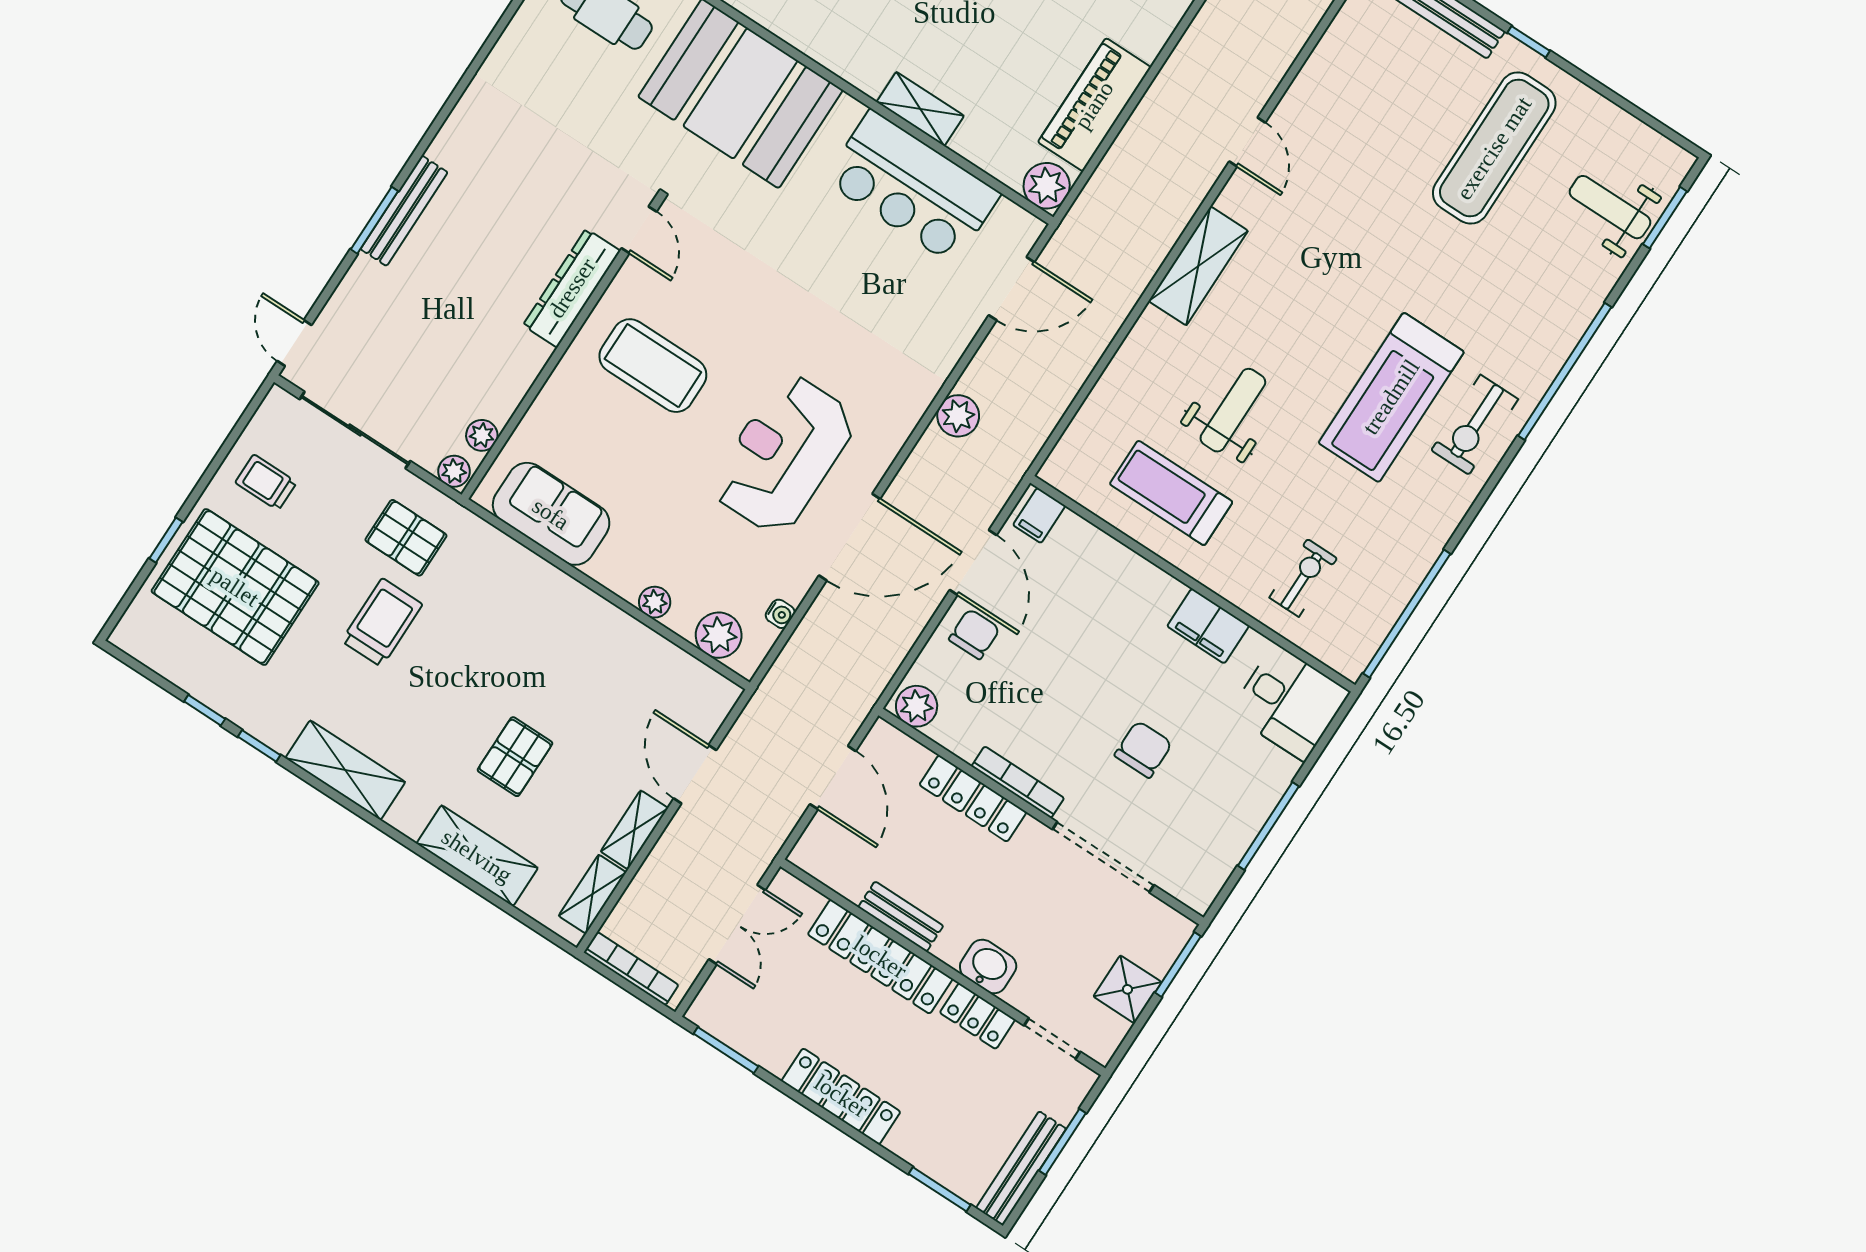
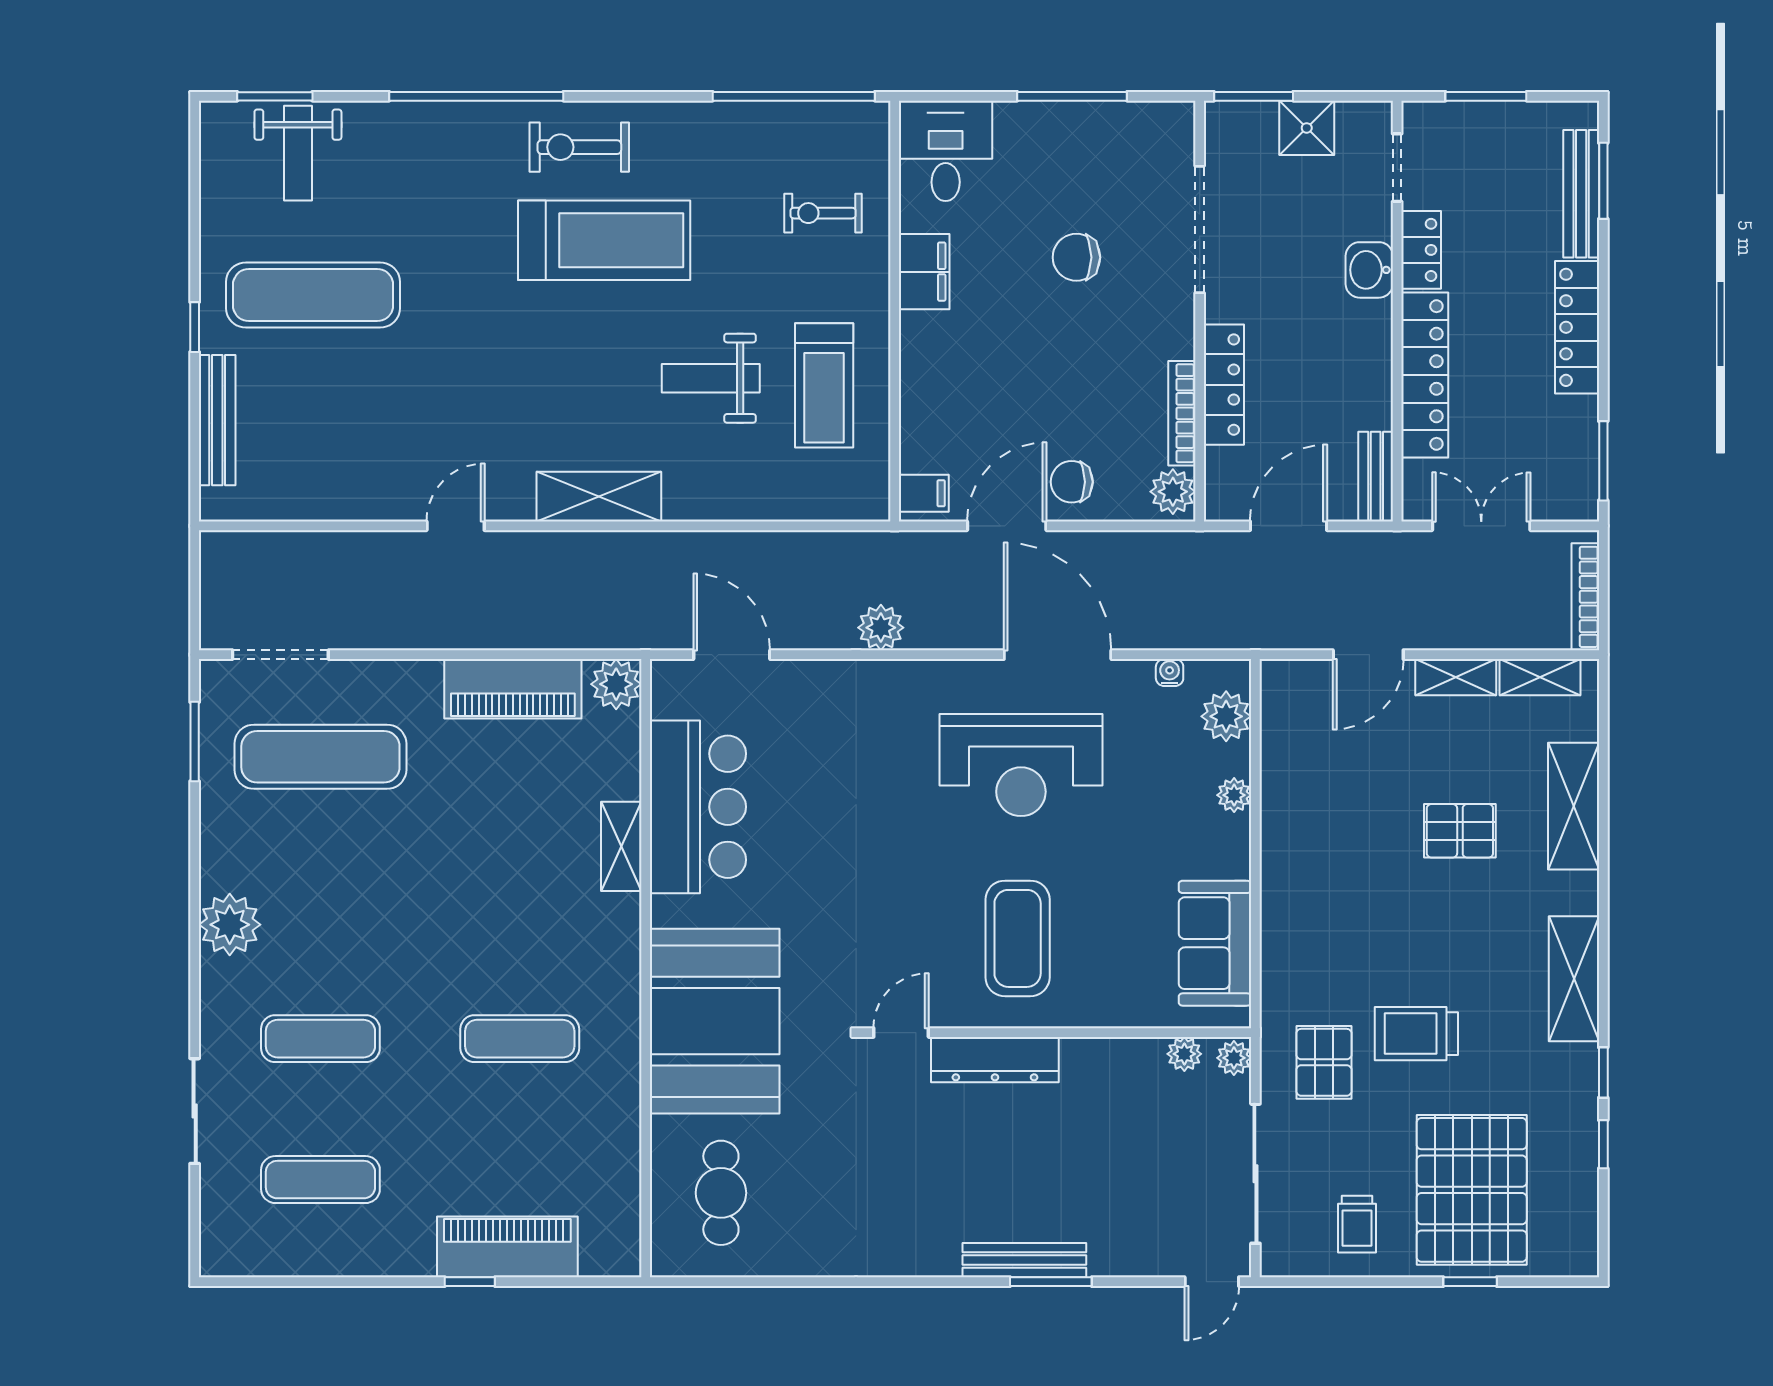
exercise bike: (1475, 425) -> (579, 147), turned 180
bookcase: (1018, 782) -> (1182, 413), moved
bench: (901, 916) -> (1376, 477), moved
bench: (1021, 1168) -> (1581, 194), moved, turned 90

